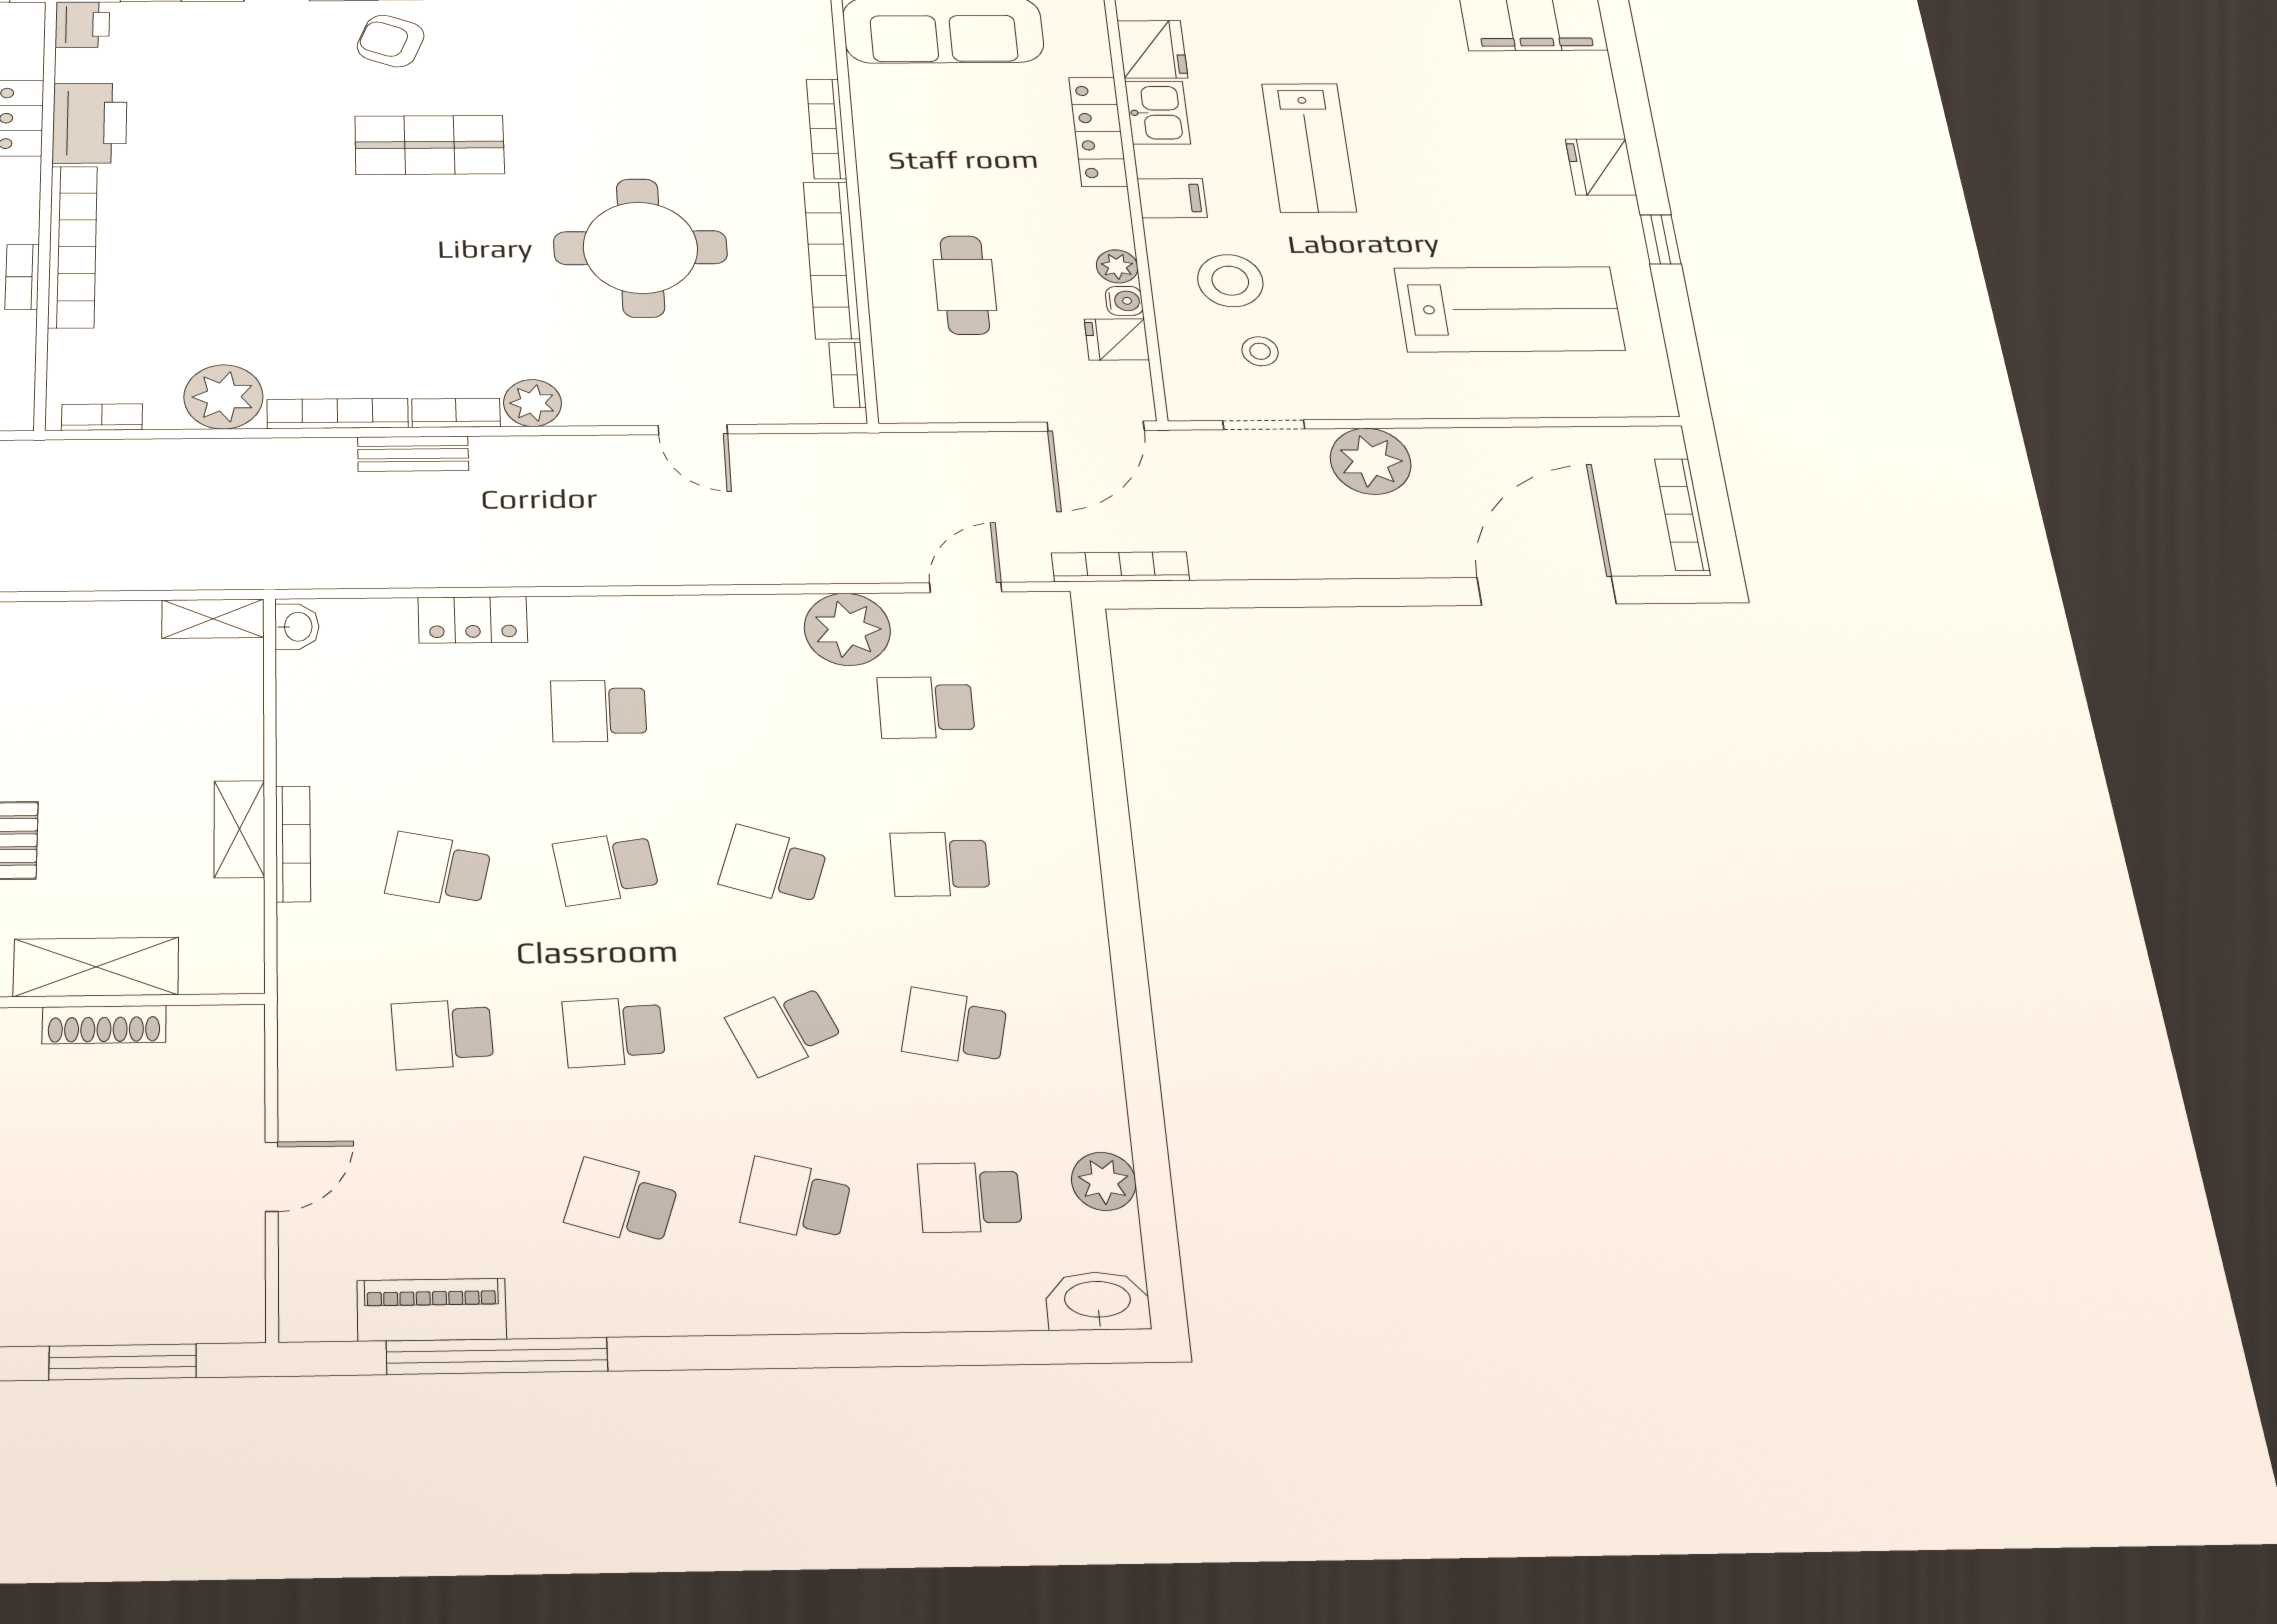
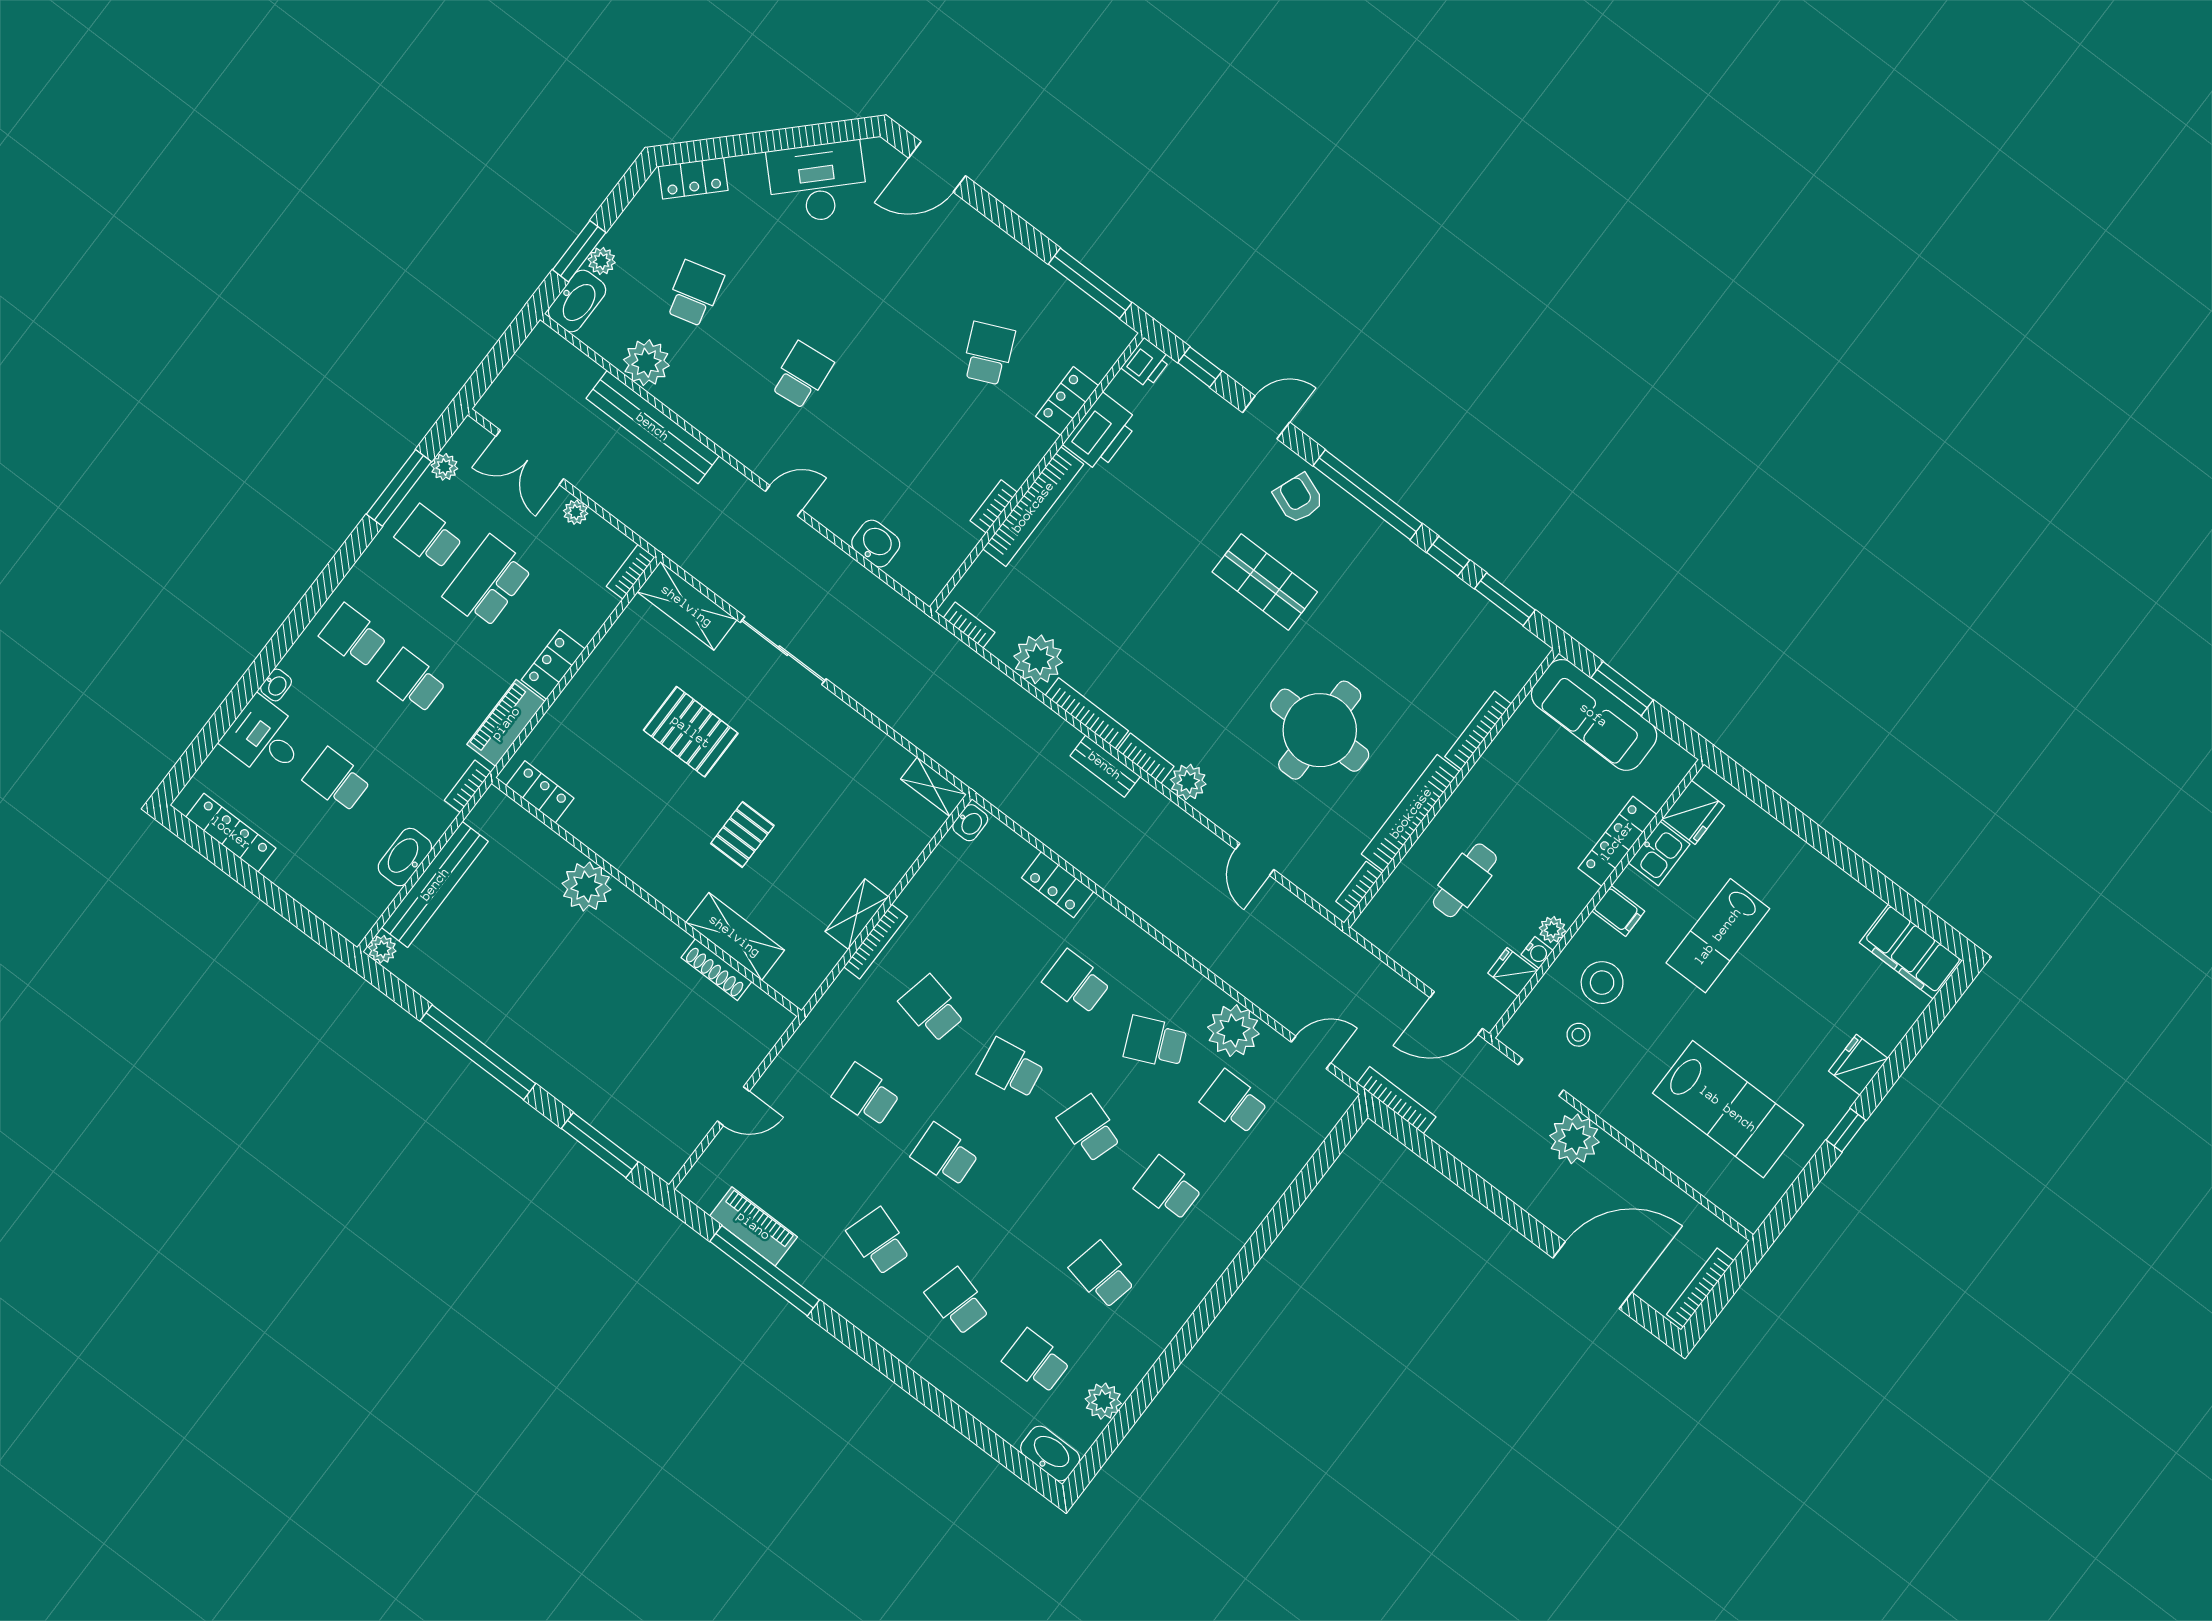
school desk: (784, 1030) -> (1155, 1042), moved

